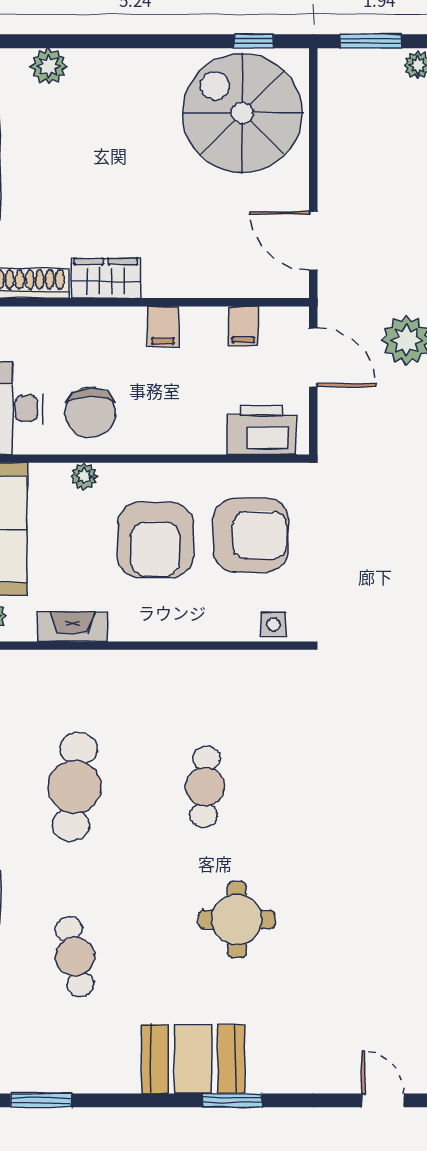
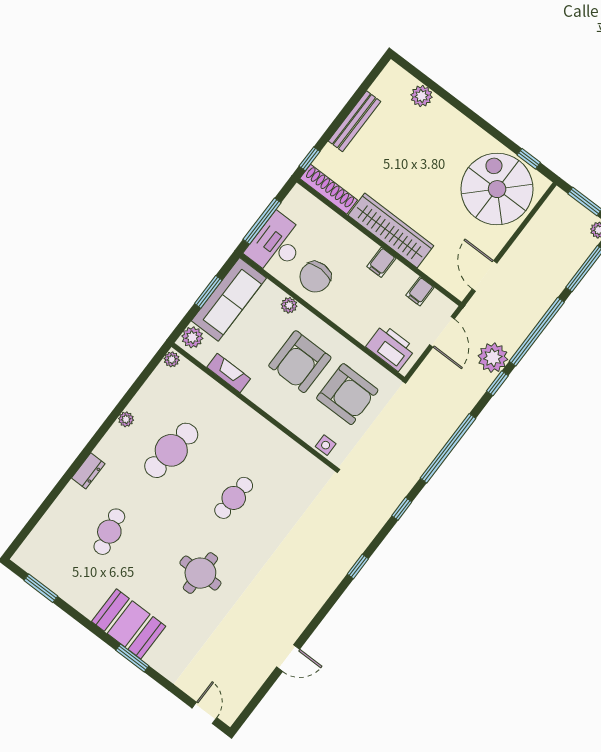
wardrobe: (106, 278) -> (391, 230), width x2.10, depth x1.17

